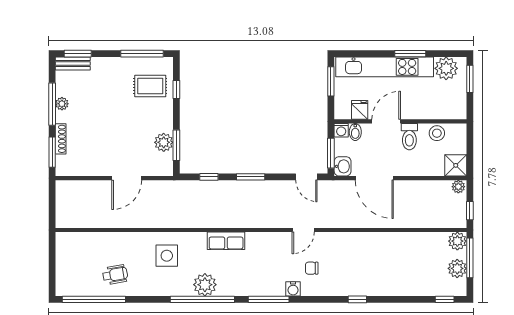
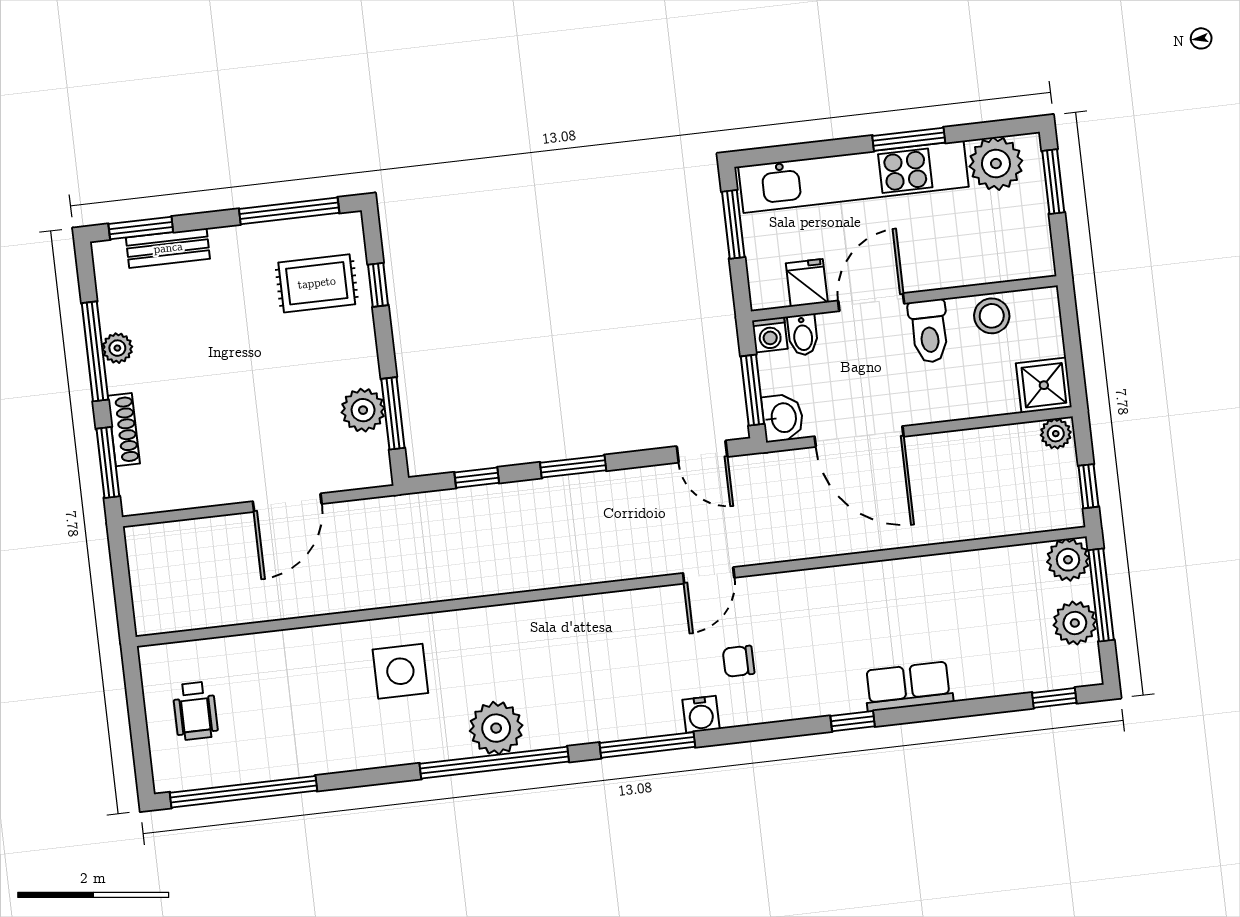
bench: (73, 64) -> (168, 248), moved
row of seats: (226, 241) -> (908, 686), moved, turned 180
wheelchair: (115, 275) -> (195, 711), moved, turned 100

